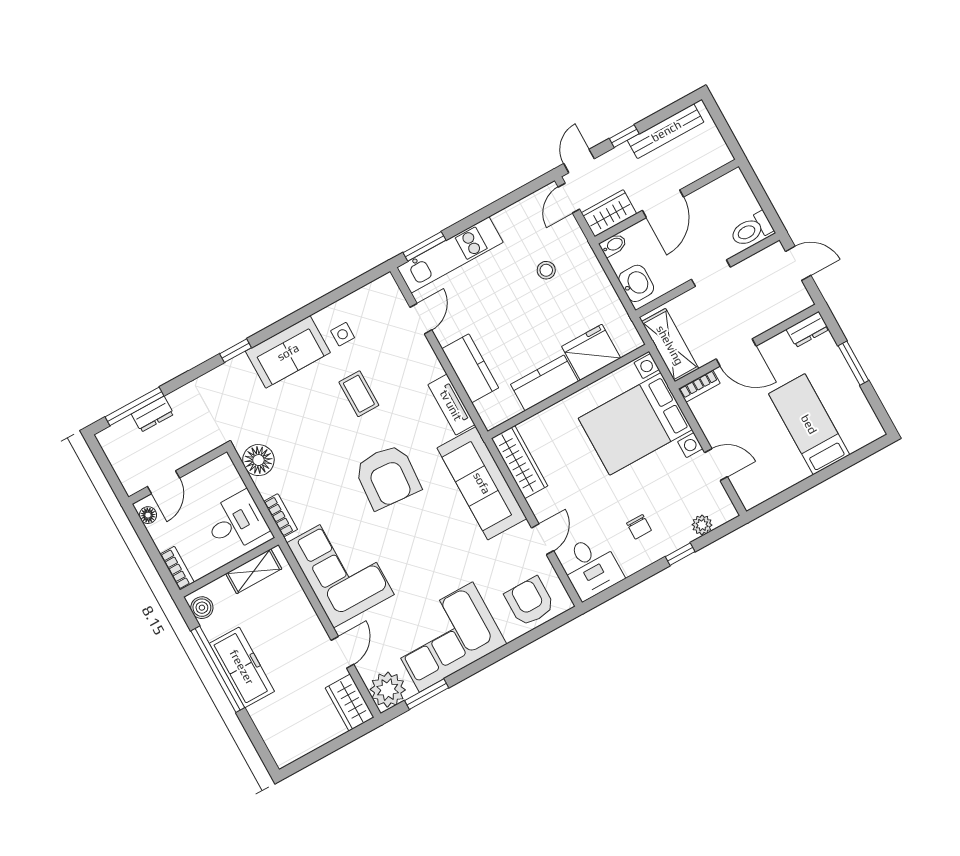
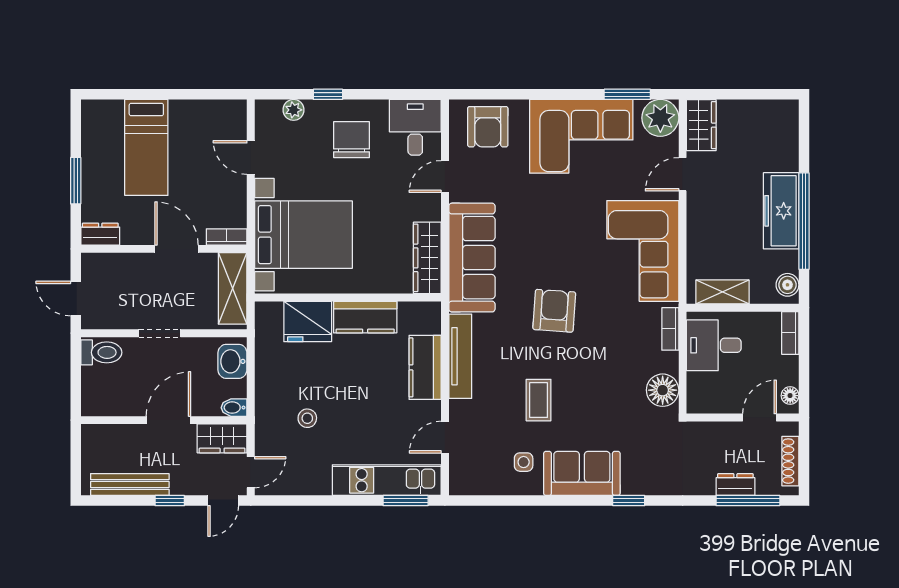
tv unit: (451, 405) -> (460, 356), width x1.41
shoe rack: (117, 460) -> (790, 461), added
armchair: (387, 477) -> (554, 311), width x0.73, depth x0.73
chair: (639, 527) -> (352, 140), width x1.87, depth x1.87

